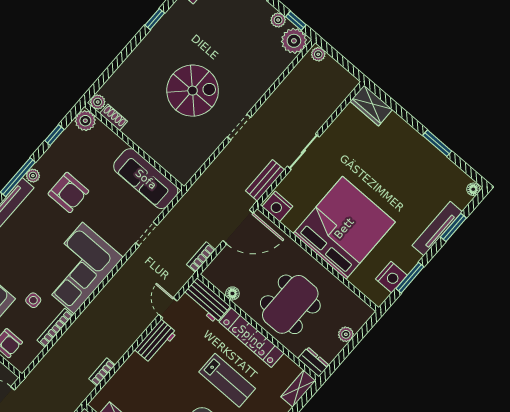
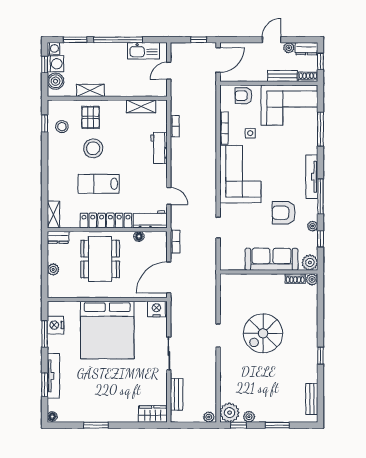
plant: (33, 176) -> (313, 226), moved
sofa: (146, 179) -> (271, 259), moved
bench: (265, 180) -> (177, 394), moved
workbench: (156, 341) -> (159, 148), moved

